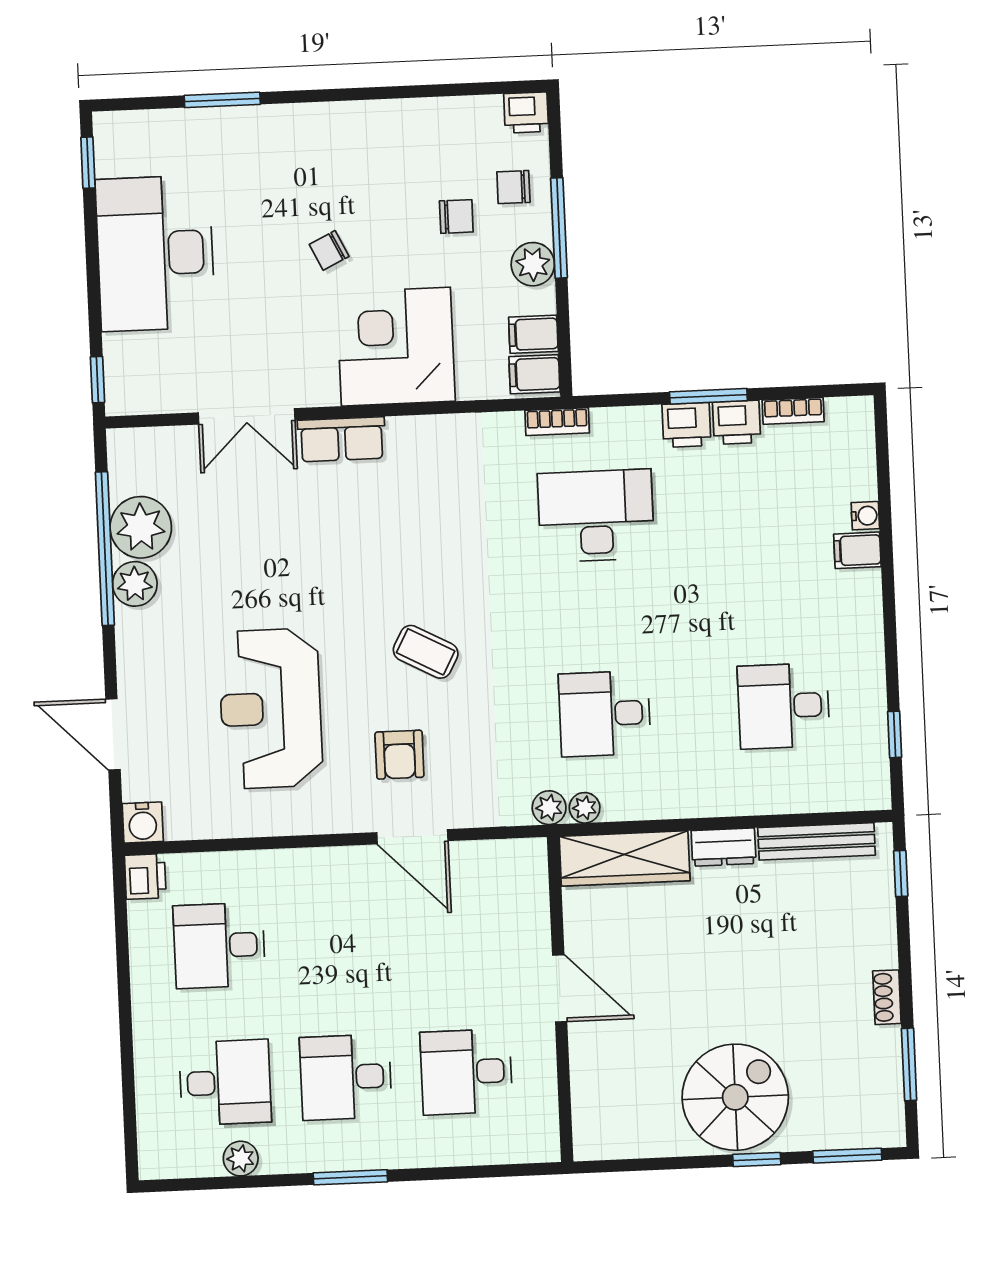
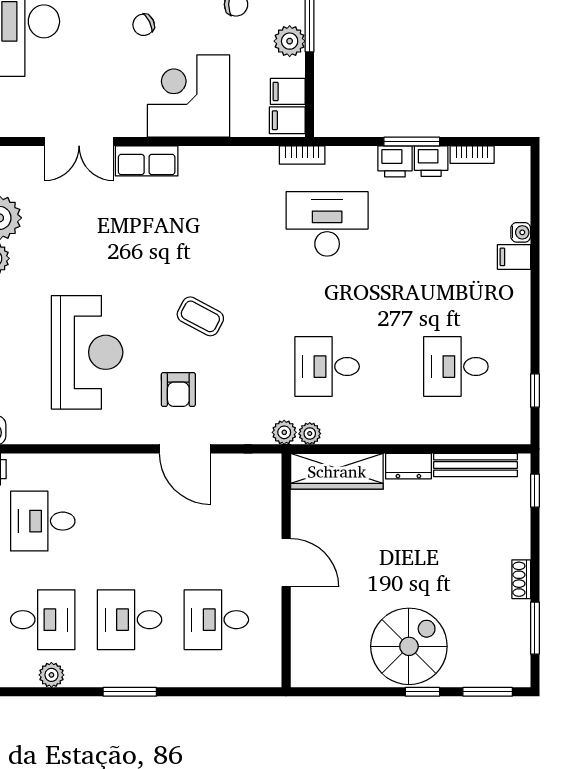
reception desk: (271, 709) -> (87, 352), turned 180

